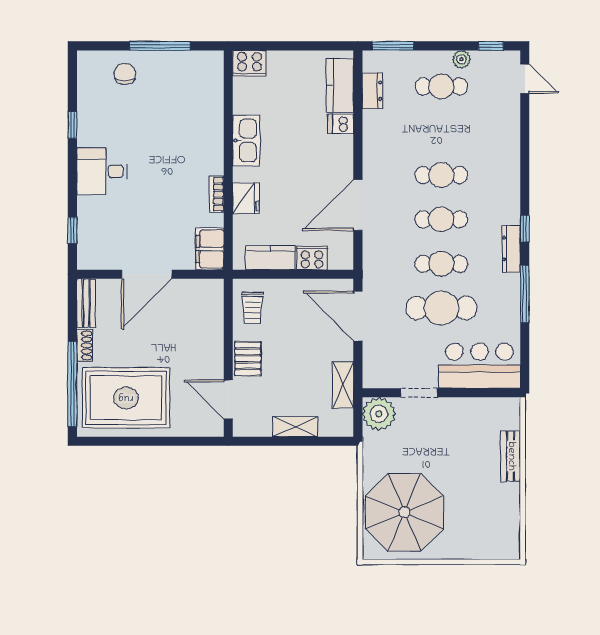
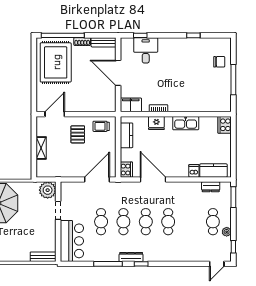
desk: (102, 171) -> (146, 50), moved
cooker: (312, 258) -> (126, 170), moved
cafe table: (441, 308) -> (101, 222), width x0.73, depth x0.74
pallet: (248, 359) -> (78, 134), moved, turned 90
shelving: (343, 385) -> (62, 172), removed
bench: (511, 456) -> (43, 257), moved

